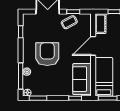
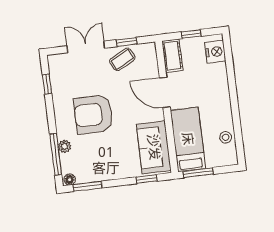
door: (93, 46) -> (165, 92), hinge flipped
armchair: (47, 54) -> (94, 114), turned -90

